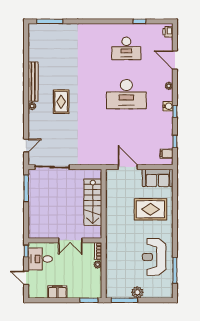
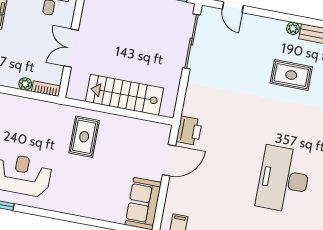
printer: (107, 158) -> (189, 131), added
rug: (150, 209) -> (84, 137), moved, width x0.73, depth x0.70

